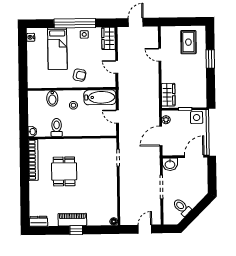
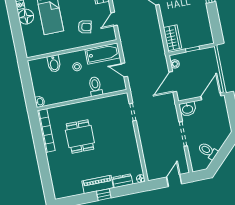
floor lamp: (34, 49) -> (26, 17), added
door: (117, 67) -> (114, 19), hinge flipped
armchair: (79, 75) -> (85, 27), moved
side table: (197, 118) -> (206, 56), removed
toilet: (57, 127) -> (95, 86), moved
dresser: (38, 221) -> (123, 181), moved

